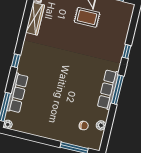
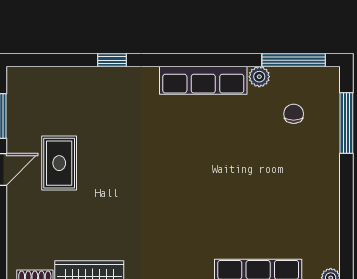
window: (117, 90) -> (294, 60), moved
plant: (101, 125) -> (259, 77), moved

